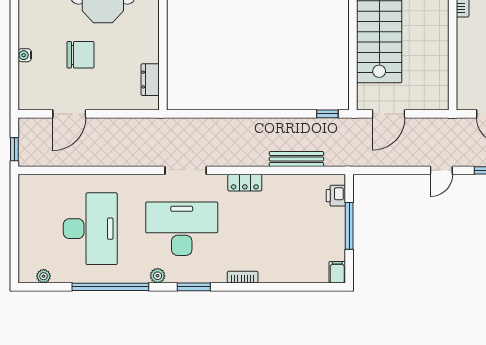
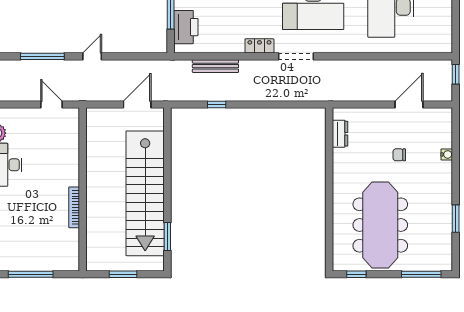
chair: (81, 55) -> (399, 155), width x0.54, depth x0.54
window: (327, 114) -> (217, 104), moved
doorway: (186, 170) -> (296, 56), moved
printer: (336, 196) -> (186, 27), width x1.87, depth x1.48

